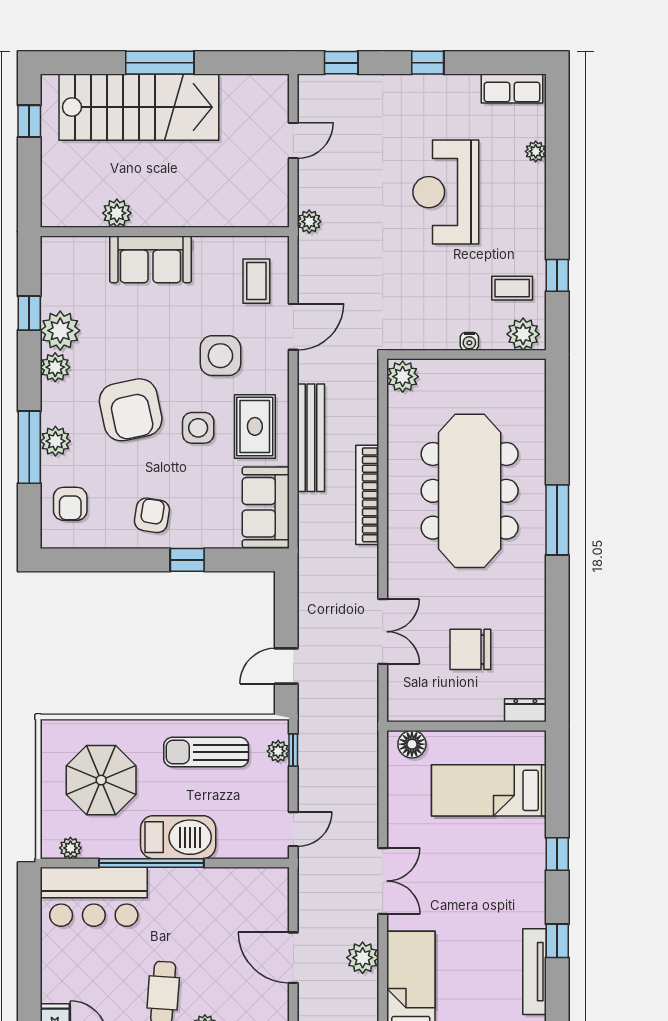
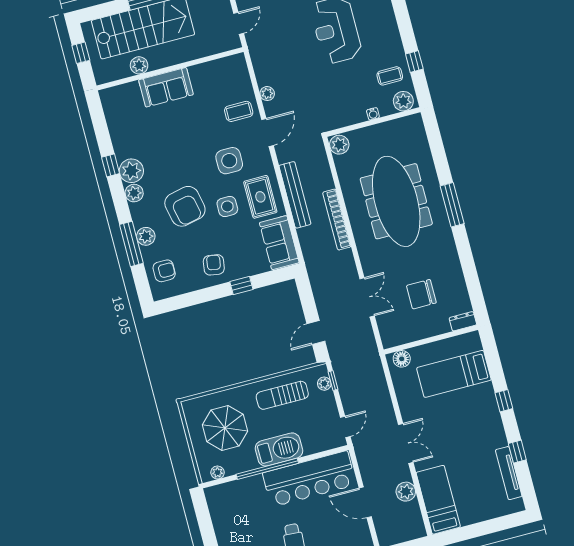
plant: (117, 213) -> (139, 65), moved
plant: (309, 222) -> (267, 94), moved
wall: (165, 232) -> (170, 69), moved
sofa: (150, 259) -> (166, 87), moved
coffee table: (256, 281) -> (239, 111), turned 90
armchair: (70, 504) -> (164, 271), turned -90
bar counter: (94, 897) -> (309, 479), moved, width x1.36

